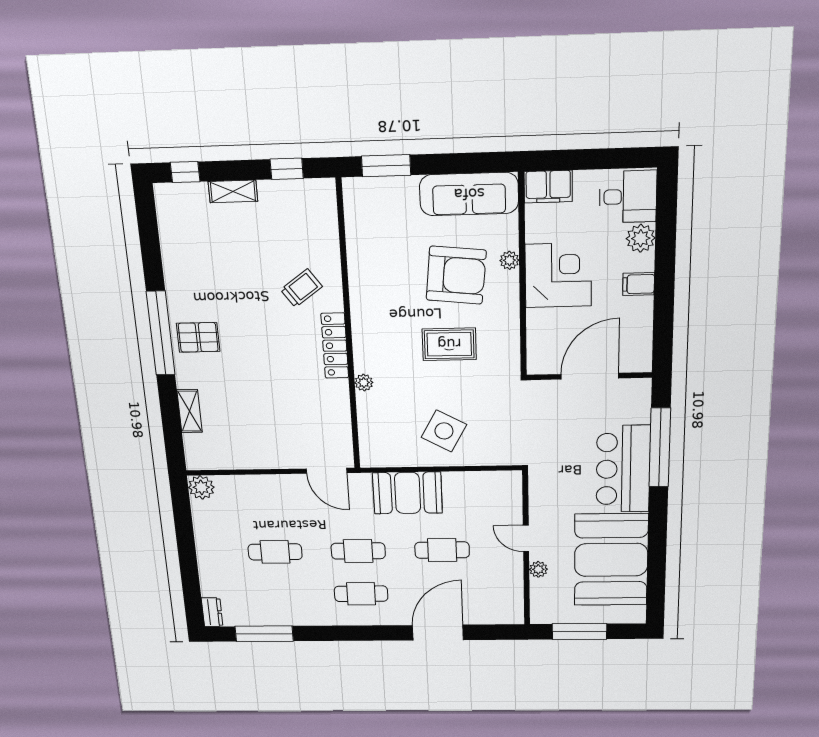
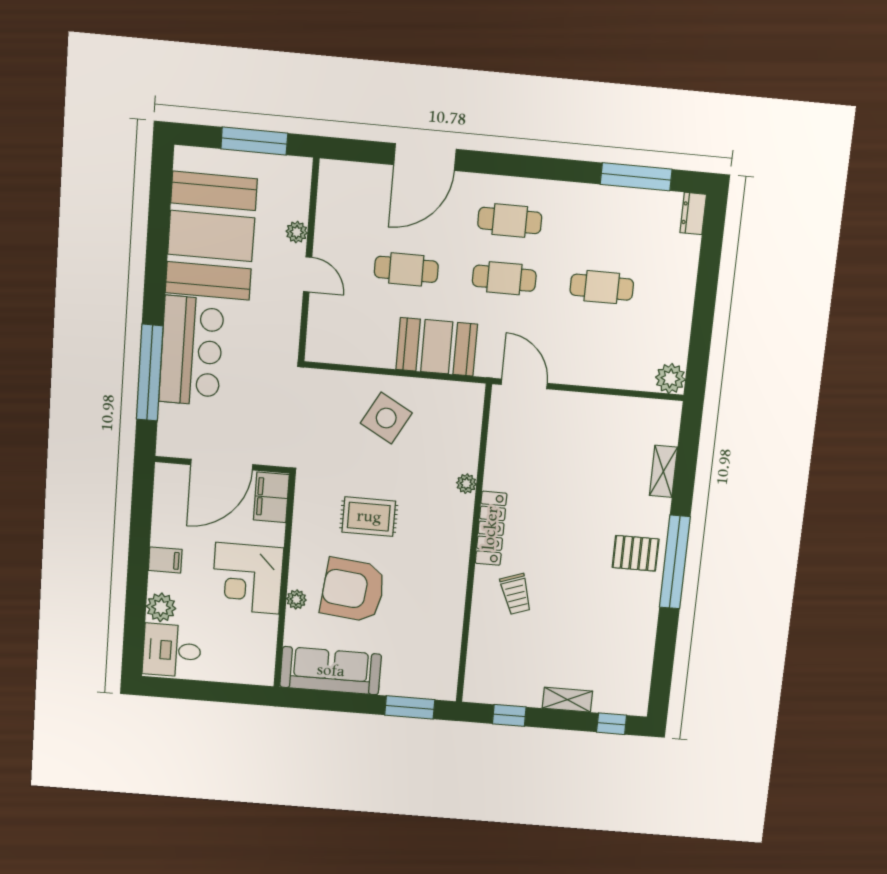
filing cabinet: (548, 187) -> (271, 497), moved, turned -90
trolley: (301, 288) -> (516, 594), turned -73

